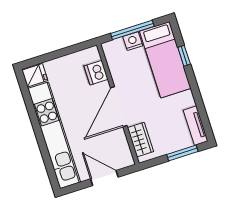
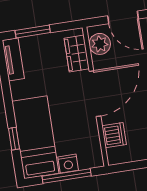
plant: (121, 151) -> (100, 44), added

